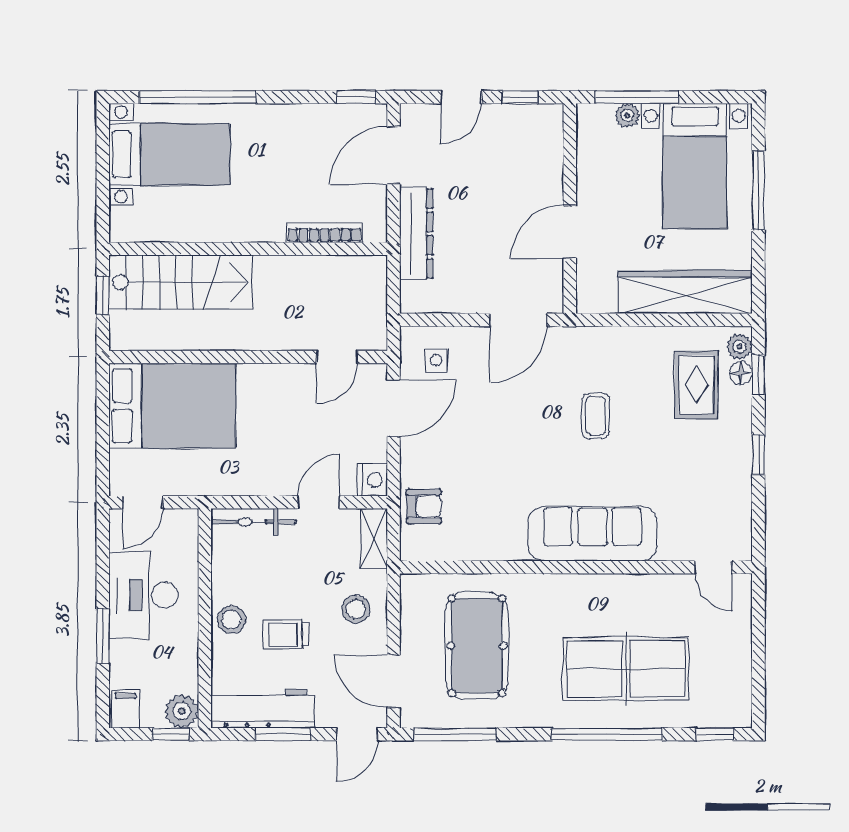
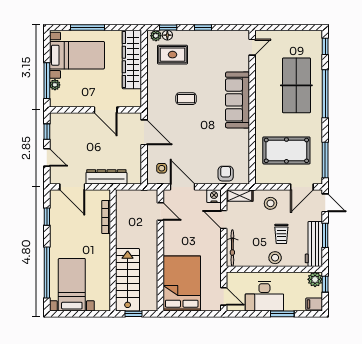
window: (356, 97) -> (47, 217), moved

